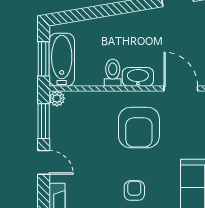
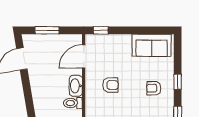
armchair: (139, 128) -> (110, 85), width x0.53, depth x0.53

